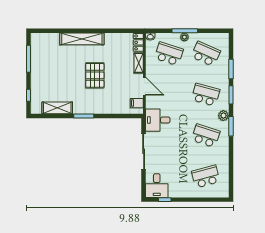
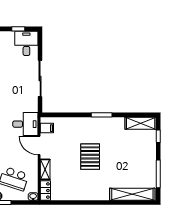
shelving: (82, 39) -> (132, 194), moved
shelving: (57, 108) -> (141, 123), moved
desk: (158, 120) -> (25, 124), moved

